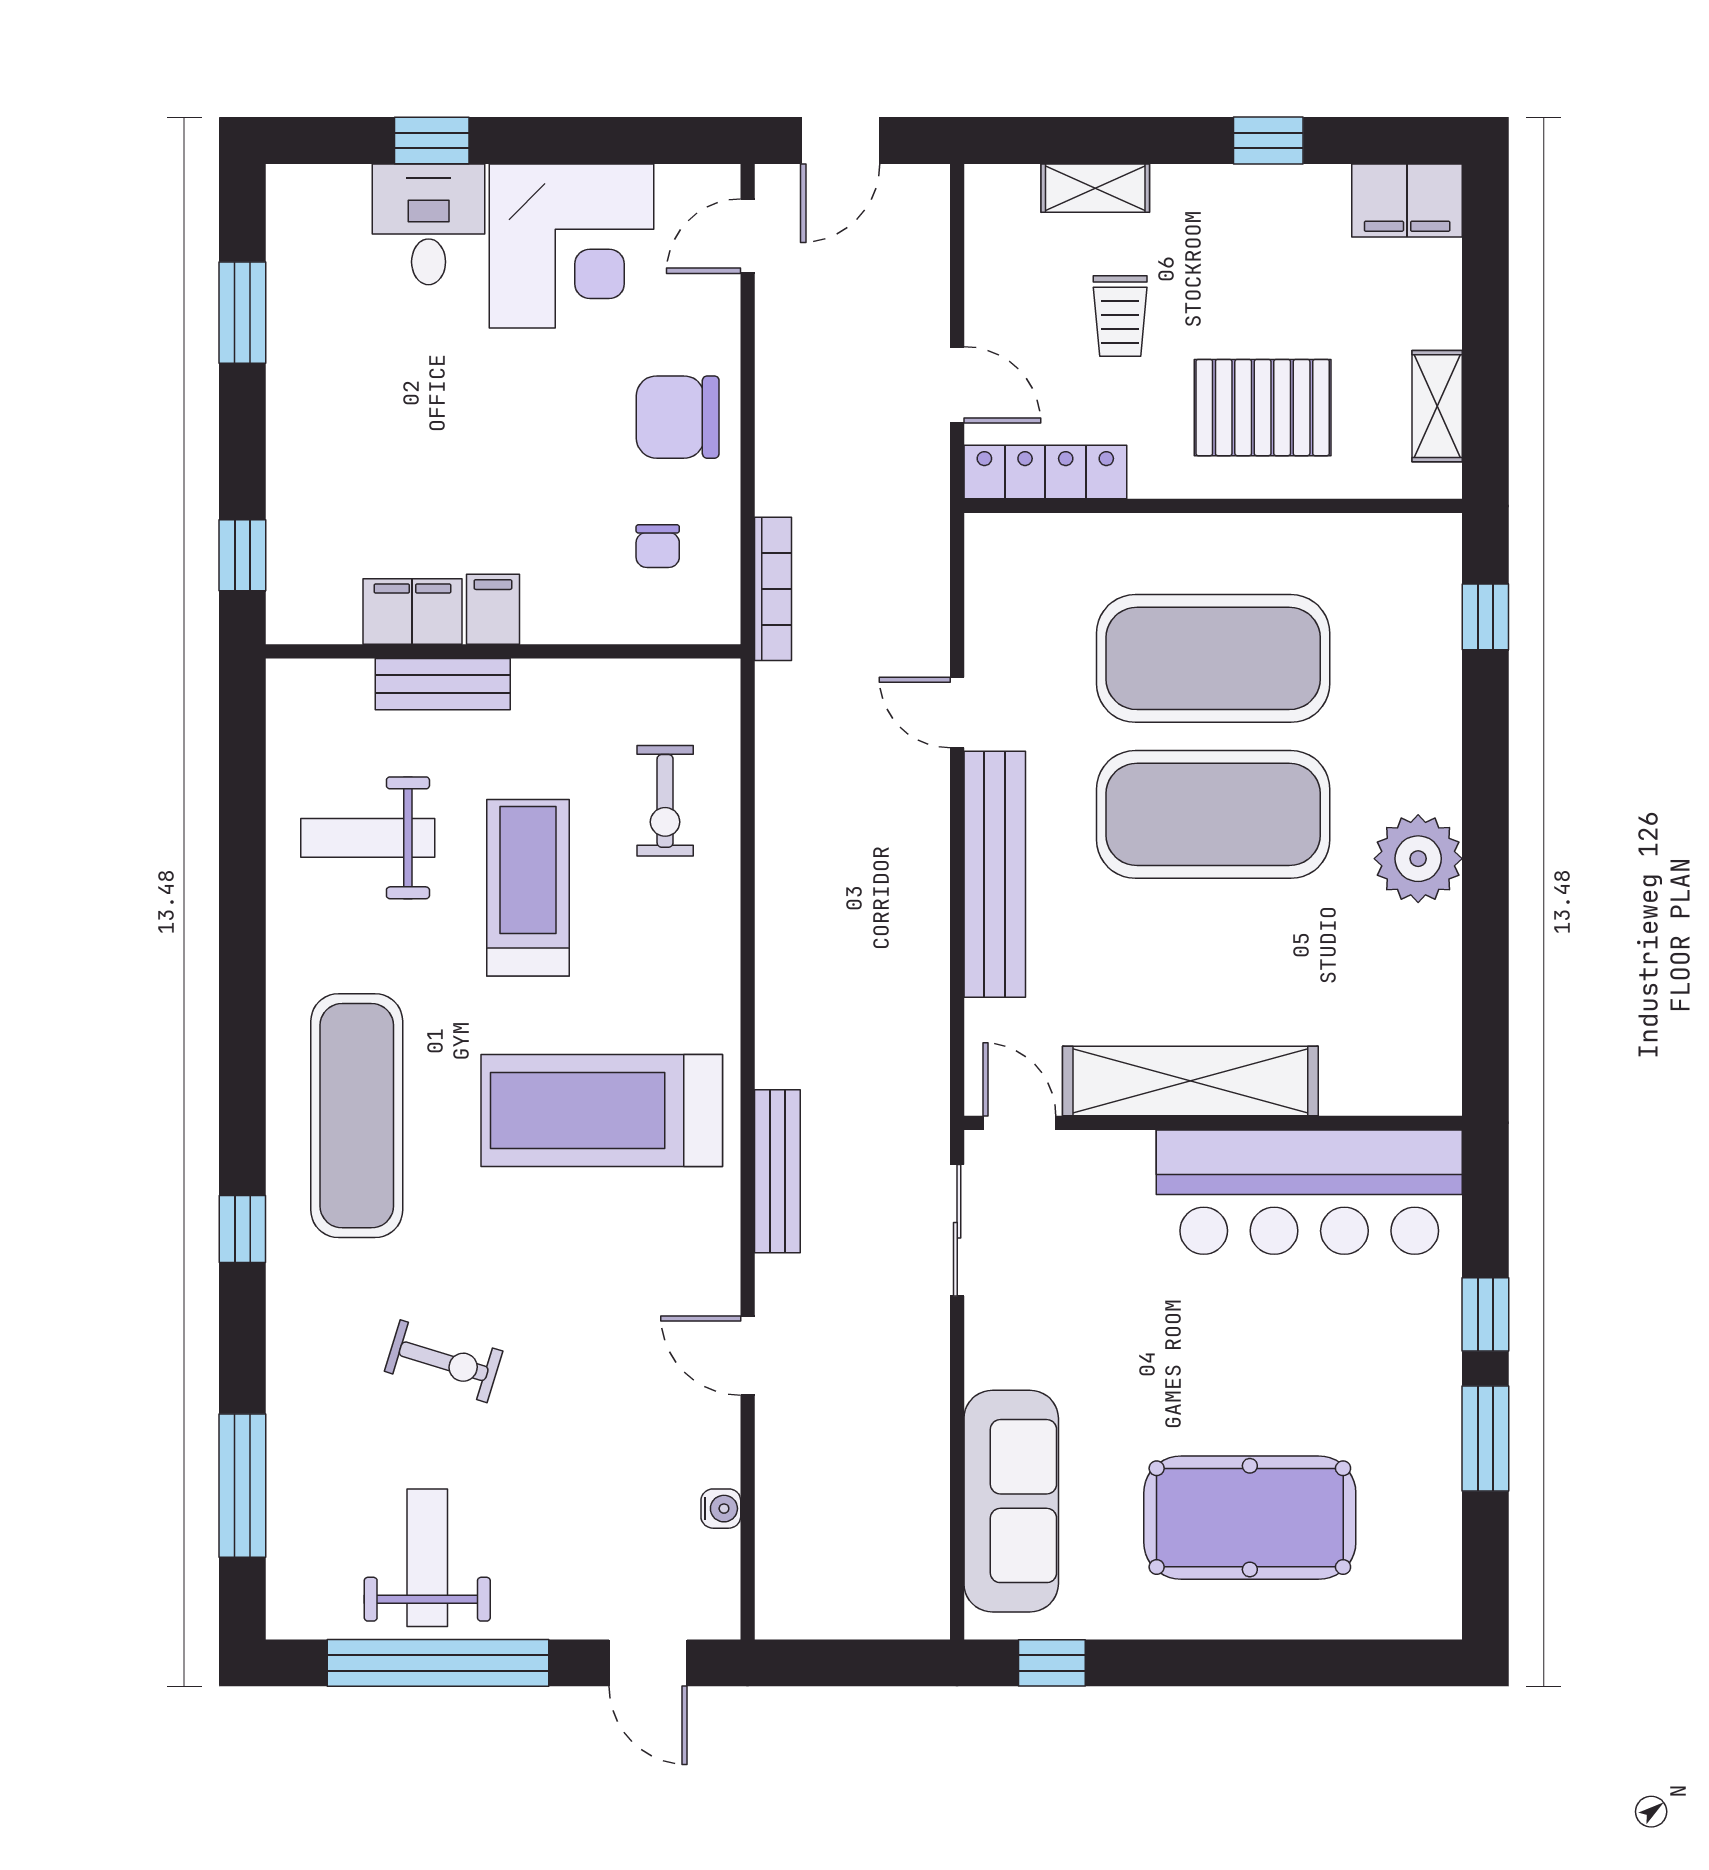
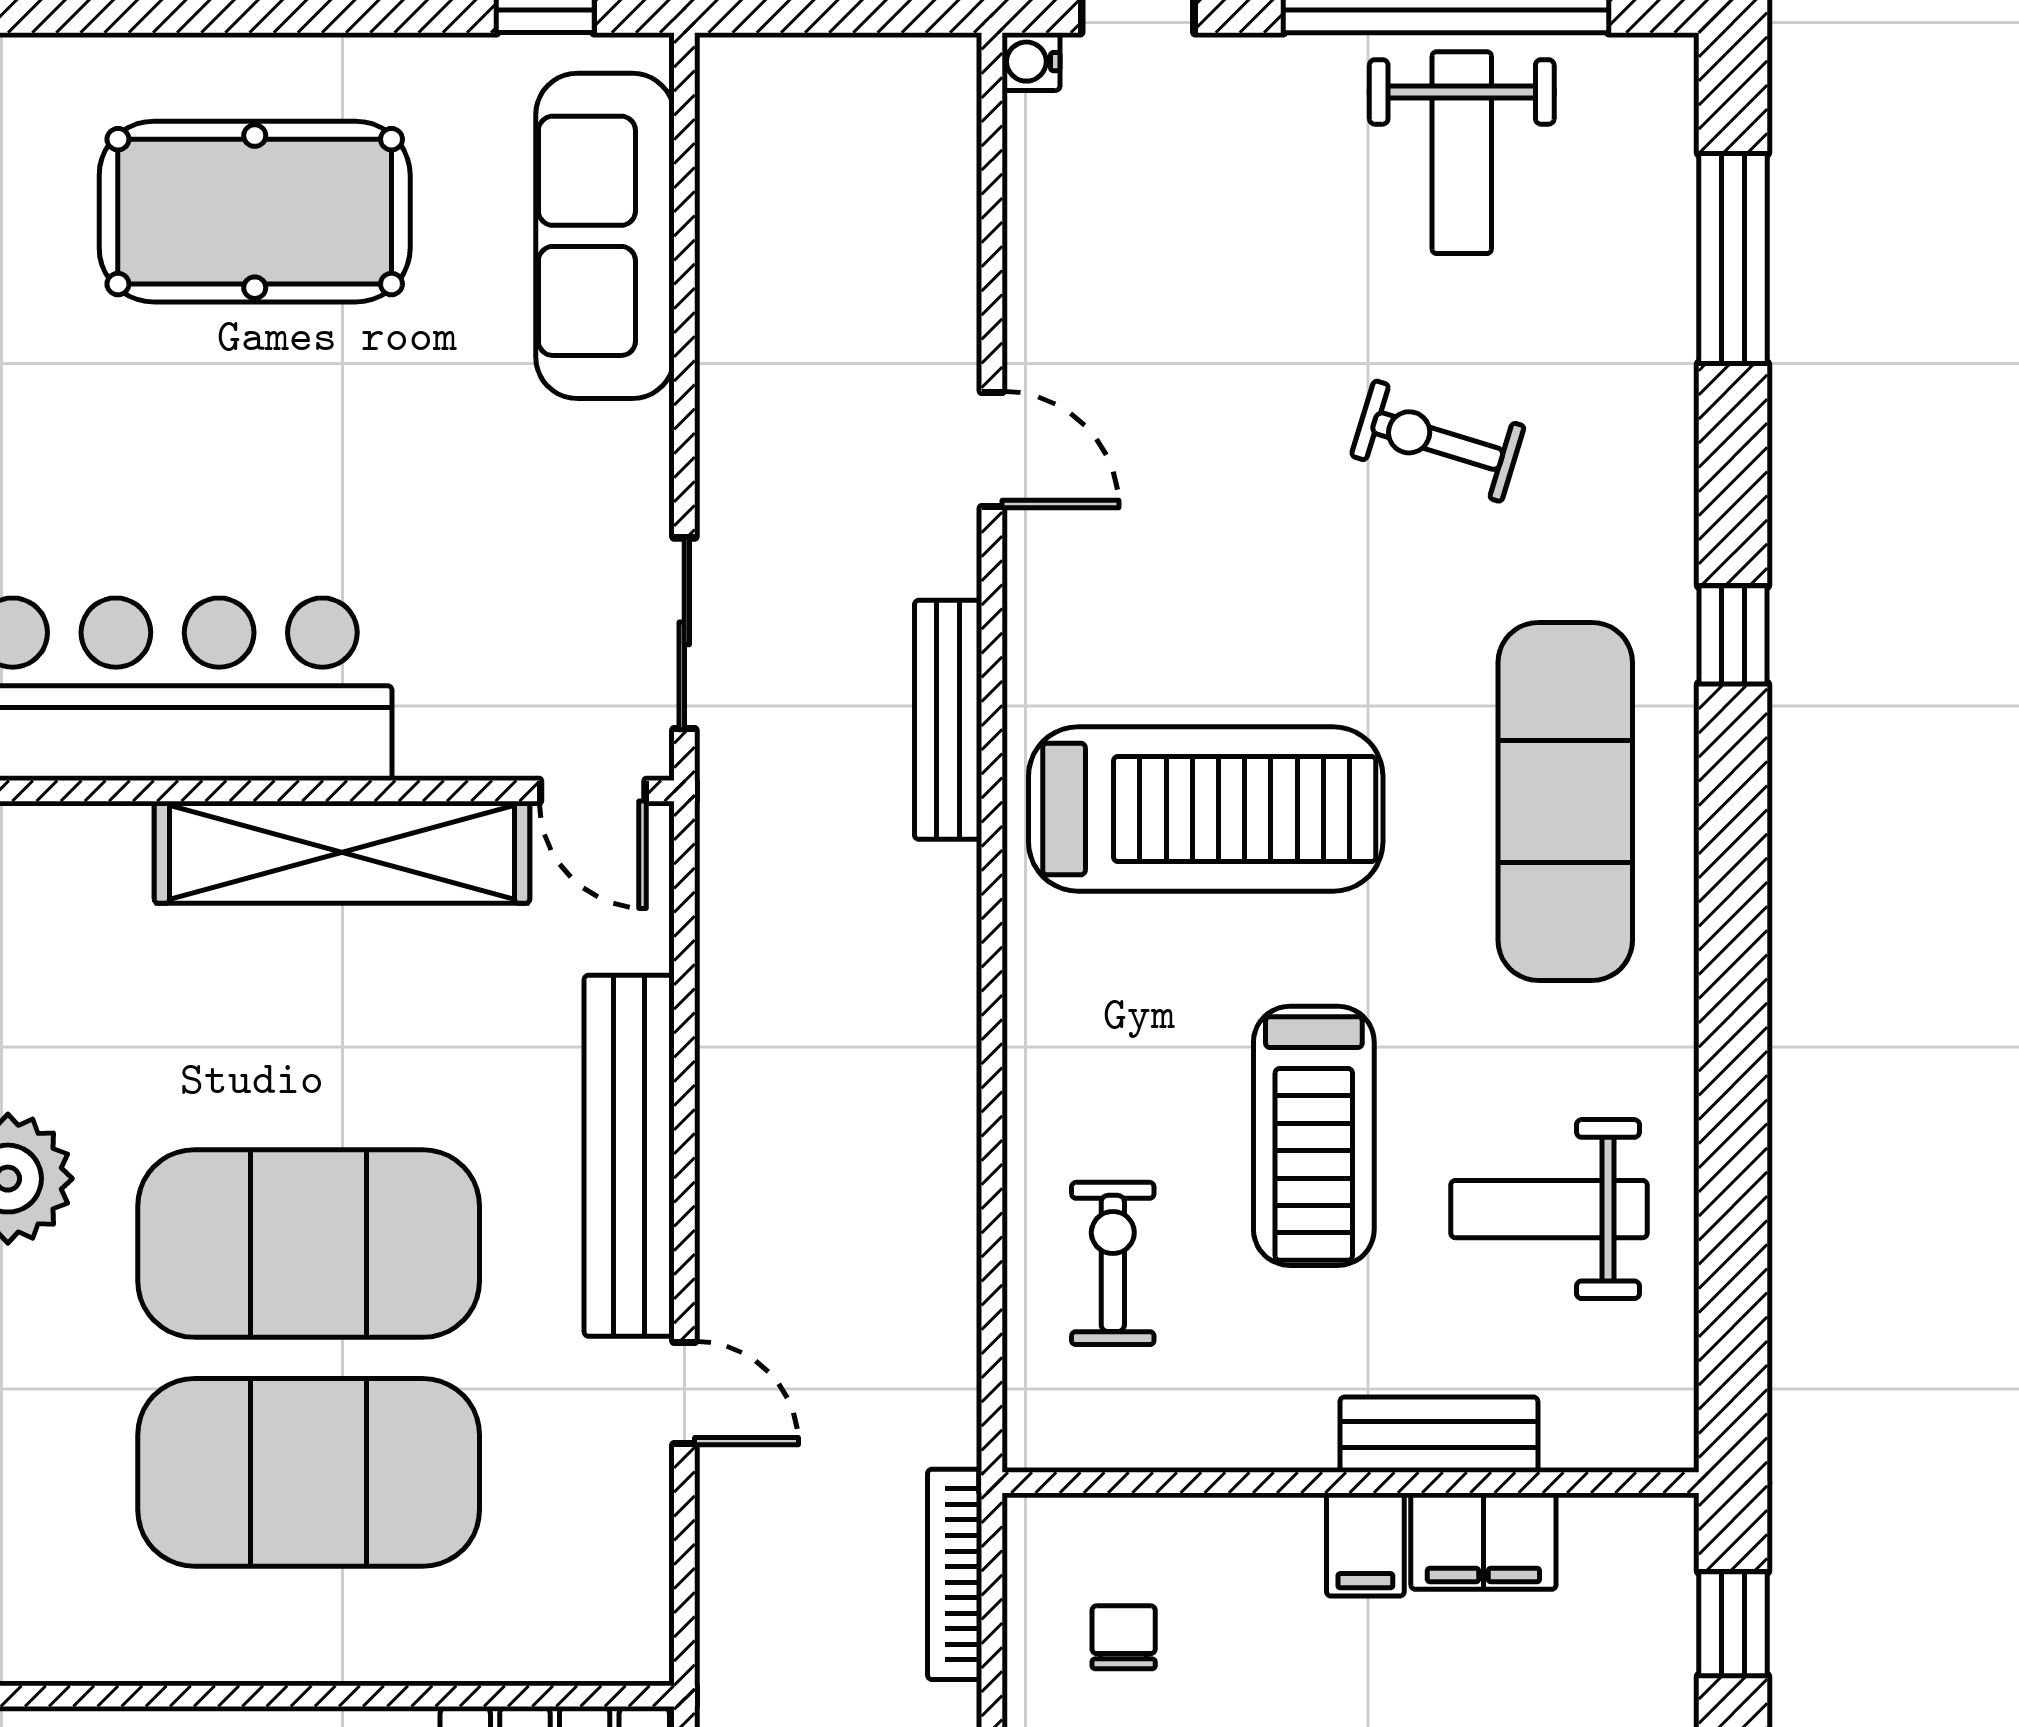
weight bench: (368, 838) -> (1549, 1209), turned 180
water cooler: (721, 1509) -> (1031, 62), moved

